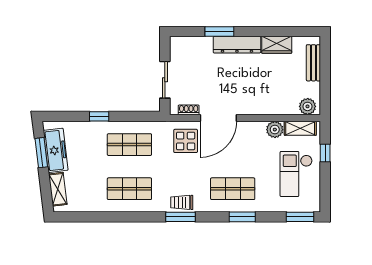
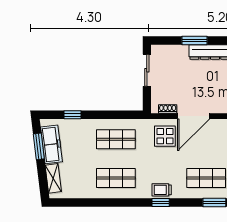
sliding door: (165, 80) -> (147, 70), moved
window: (99, 116) -> (73, 115), moved
window: (181, 217) -> (161, 203), width x0.67

